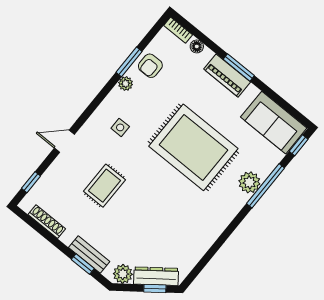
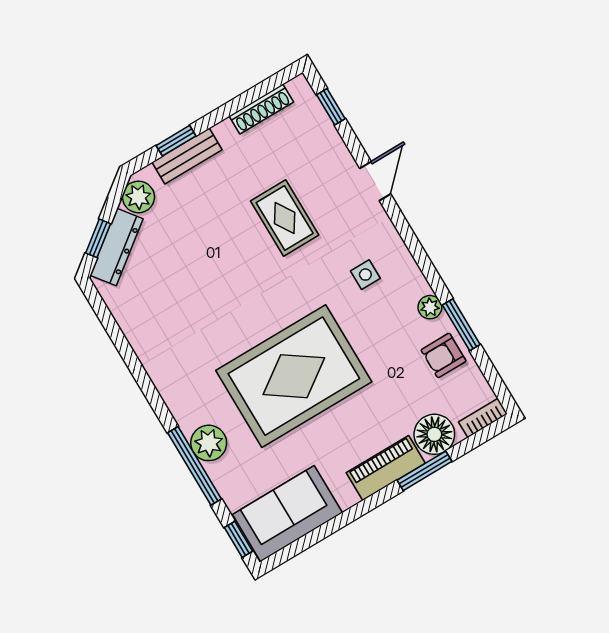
floor lamp: (197, 46) -> (434, 434), width x1.89, depth x1.89
armchair: (150, 66) -> (444, 355), turned -90
window: (239, 67) -> (425, 471), moved

